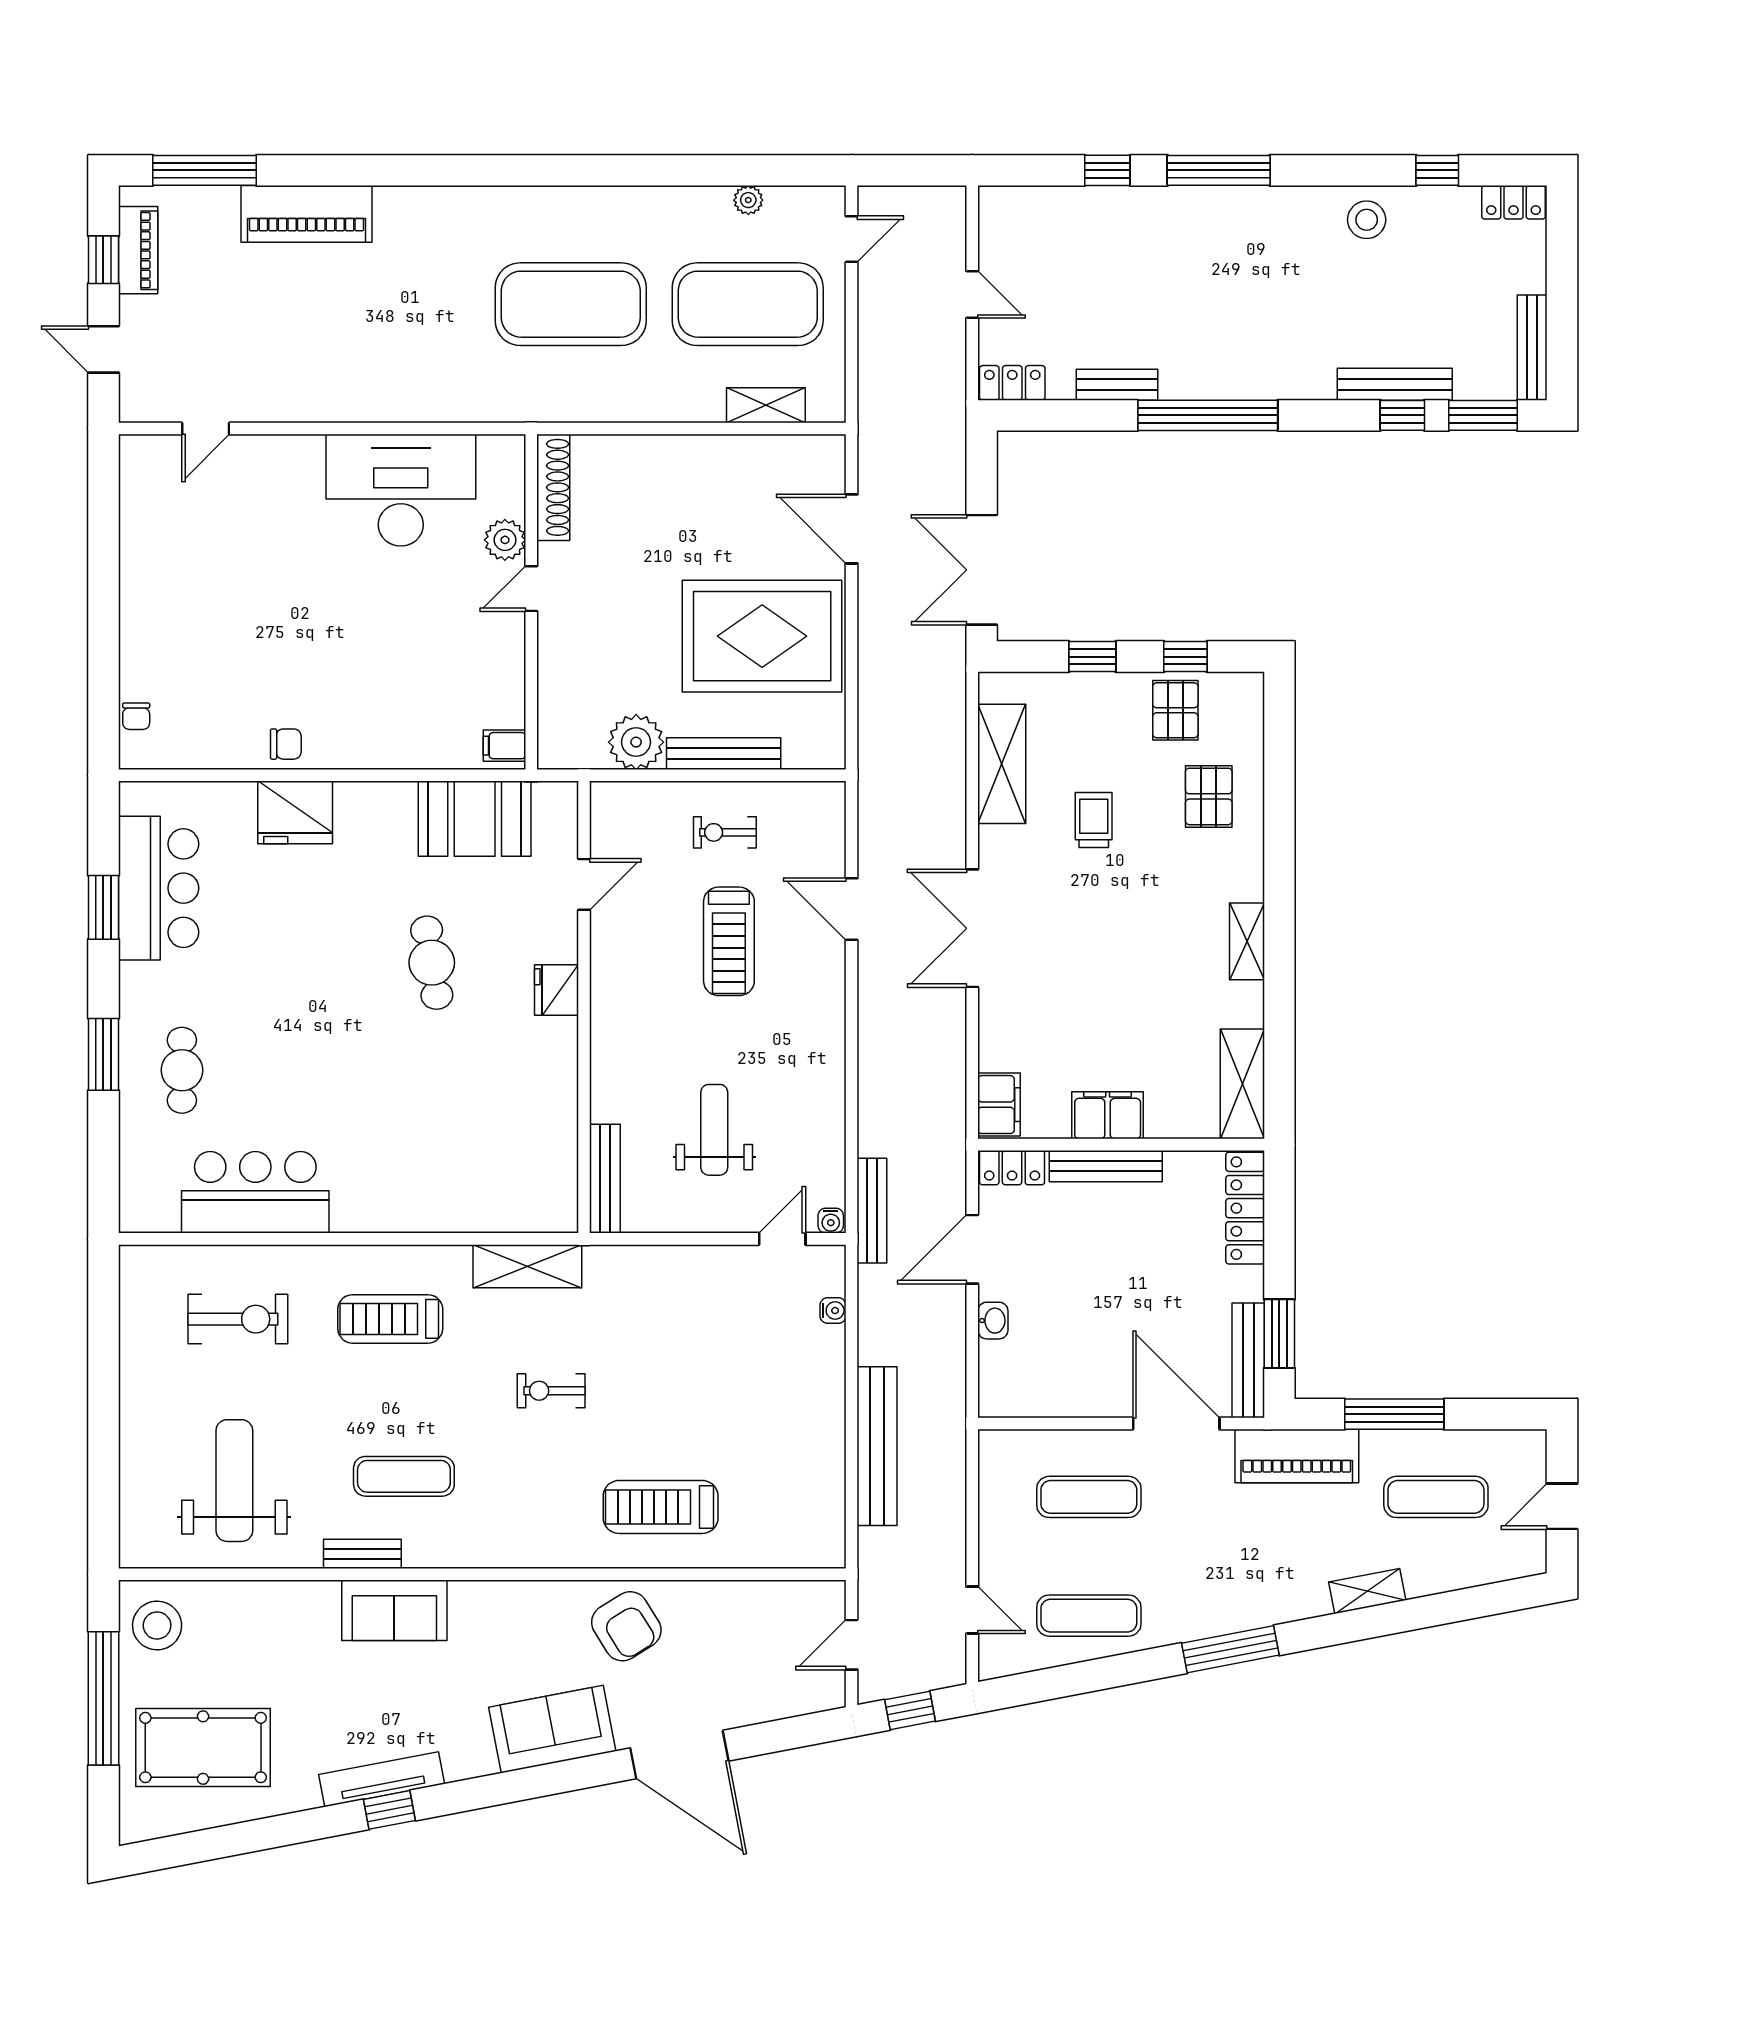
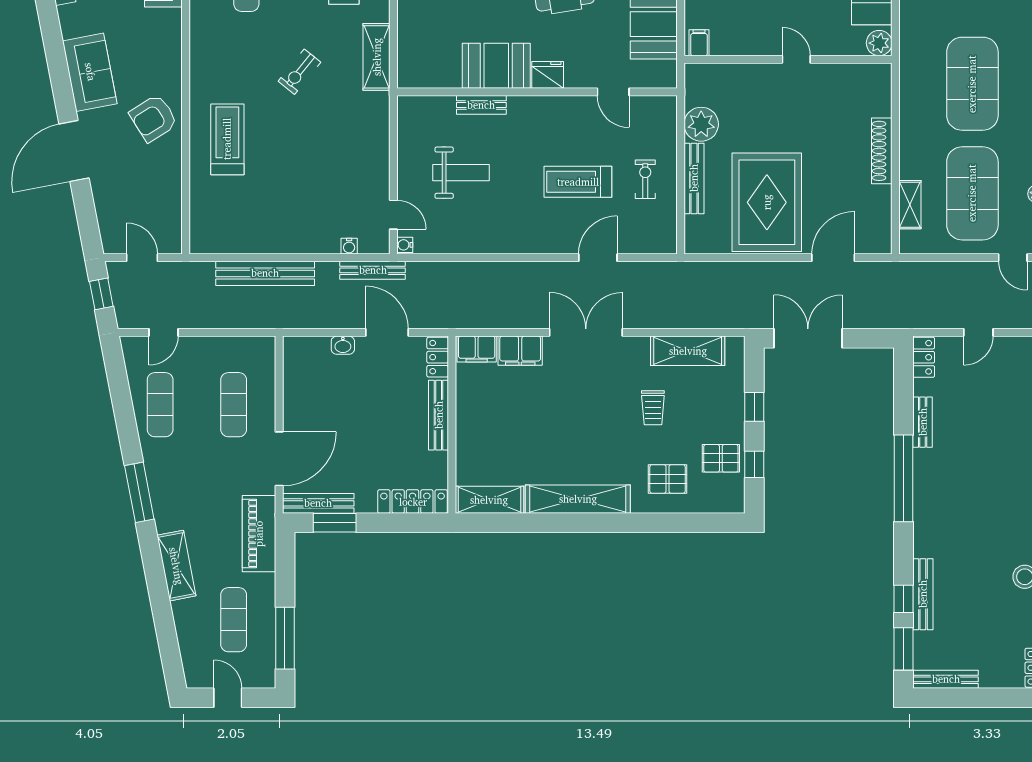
shoe rack: (553, 487) -> (882, 151), moved, turned 90
plant: (505, 540) -> (879, 43), moved
trolley: (1094, 820) -> (653, 408), turned 90
shelving: (1247, 941) -> (578, 499), width x2.20, depth x1.33
booth: (542, 1073) -> (496, 66), added
filing cabinet: (1108, 1115) -> (520, 351), moved, turned 90
bench: (605, 1179) -> (481, 105), moved, width x0.73
bench: (872, 1211) -> (373, 270), moved
exercise bike: (551, 1391) -> (299, 72), turned -141
window: (1394, 1414) -> (285, 638), moved
shelving: (1367, 1591) -> (176, 566), width x1.50, depth x1.33

